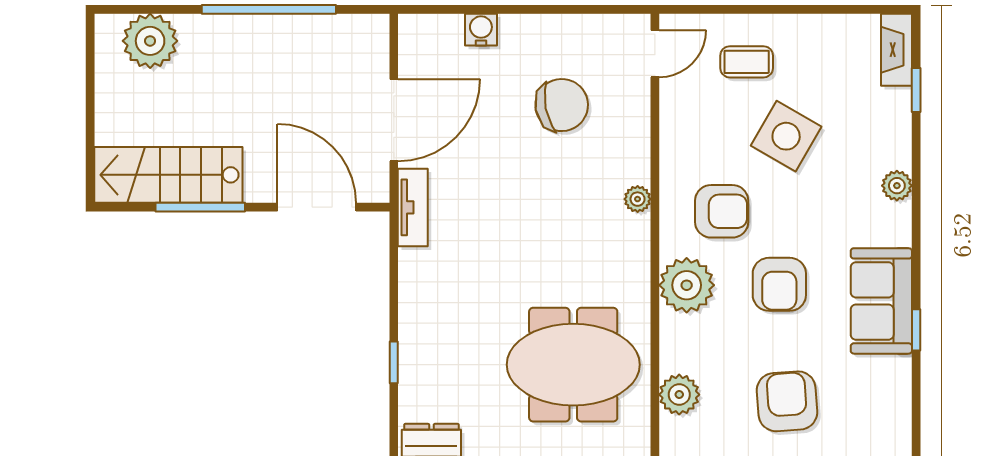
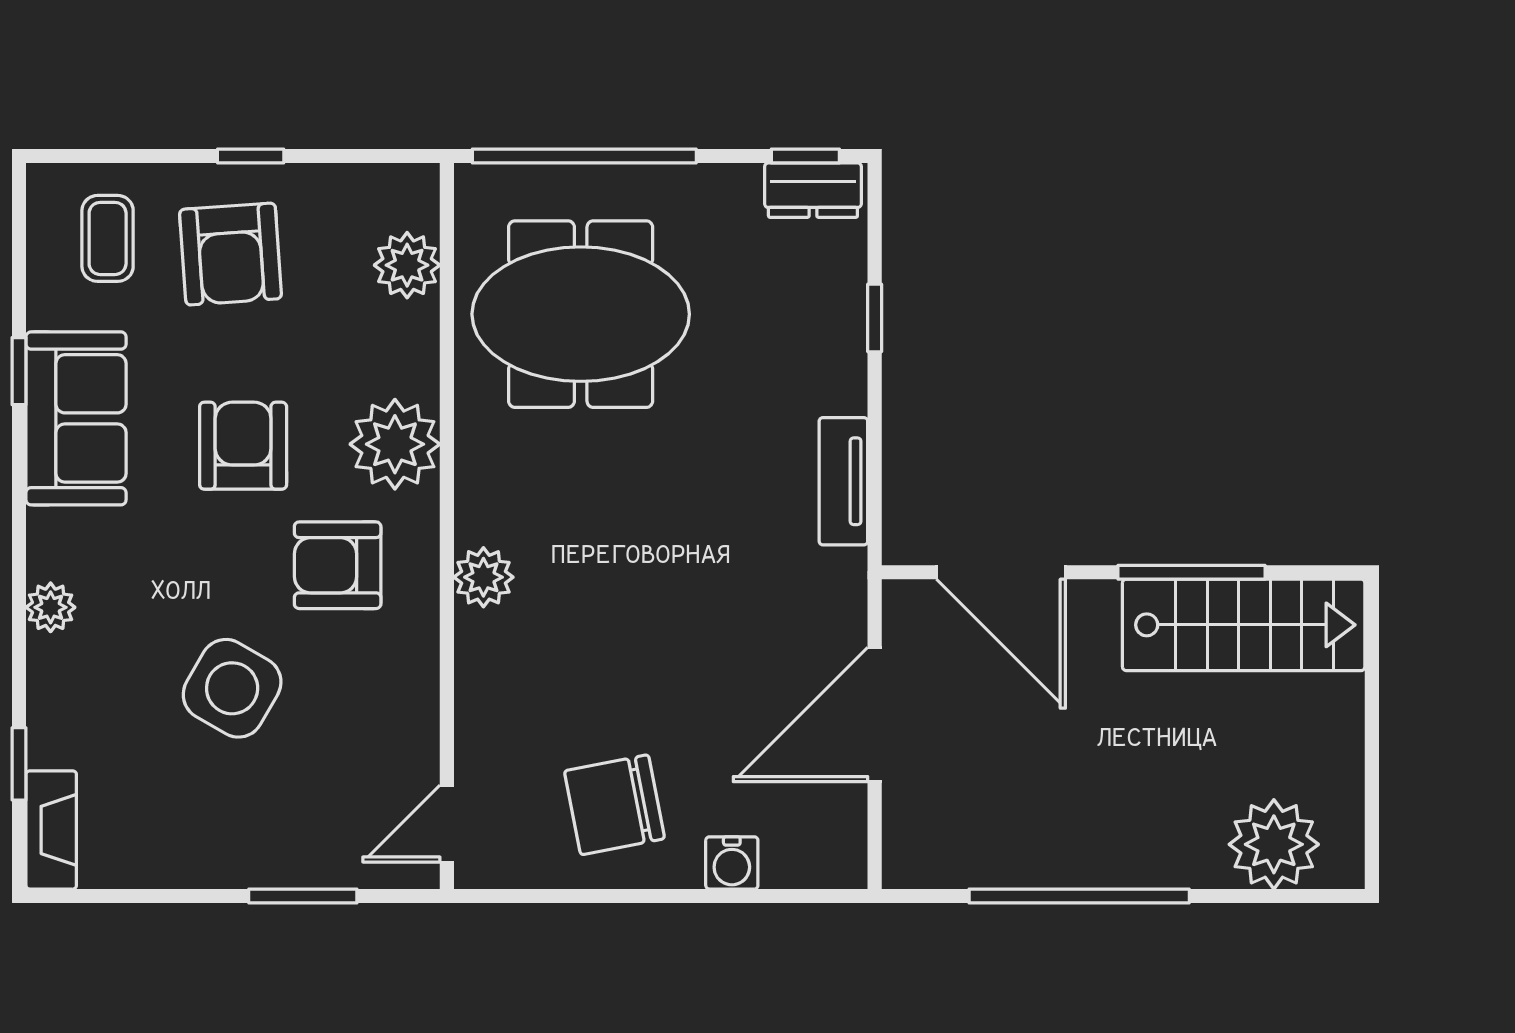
window: (743, 9) -> (303, 896), added
coffee table: (747, 62) -> (108, 238), moved, turned 90
chair: (562, 105) -> (615, 805), moved
plant: (638, 199) -> (483, 577), width x1.38, depth x1.38
tv unit: (413, 207) -> (843, 481), moved

